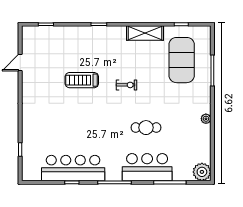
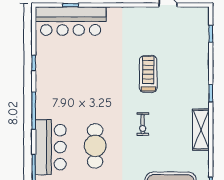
shelving: (145, 33) -> (201, 130), moved
cafe table: (146, 128) -> (95, 146), width x1.37, depth x1.35
bar counter: (73, 168) -> (71, 21), moved, turned 90

